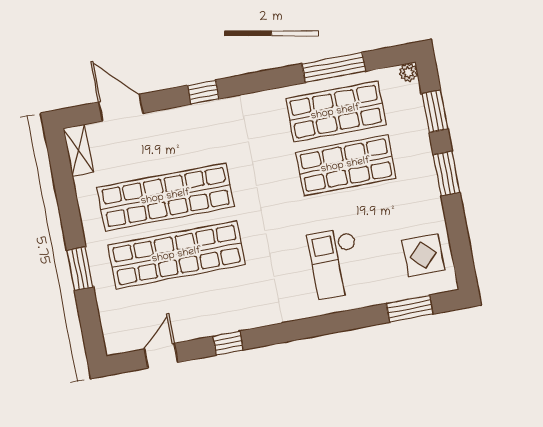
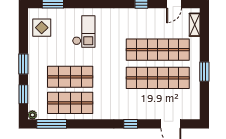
window: (334, 67) -> (52, 124), moved
shelving: (78, 150) -> (195, 25), moved
window: (80, 269) -> (204, 72), moved

